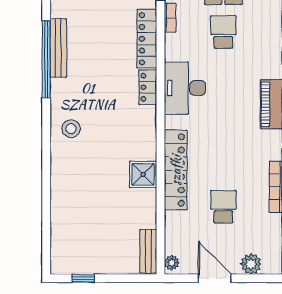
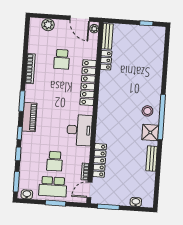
bench: (58, 48) -> (152, 159), width x0.73
window: (46, 59) -> (162, 117), moved
locker: (148, 87) -> (106, 60), moved
shower: (143, 174) -> (150, 132), moved
door: (215, 278) -> (80, 19), moved

